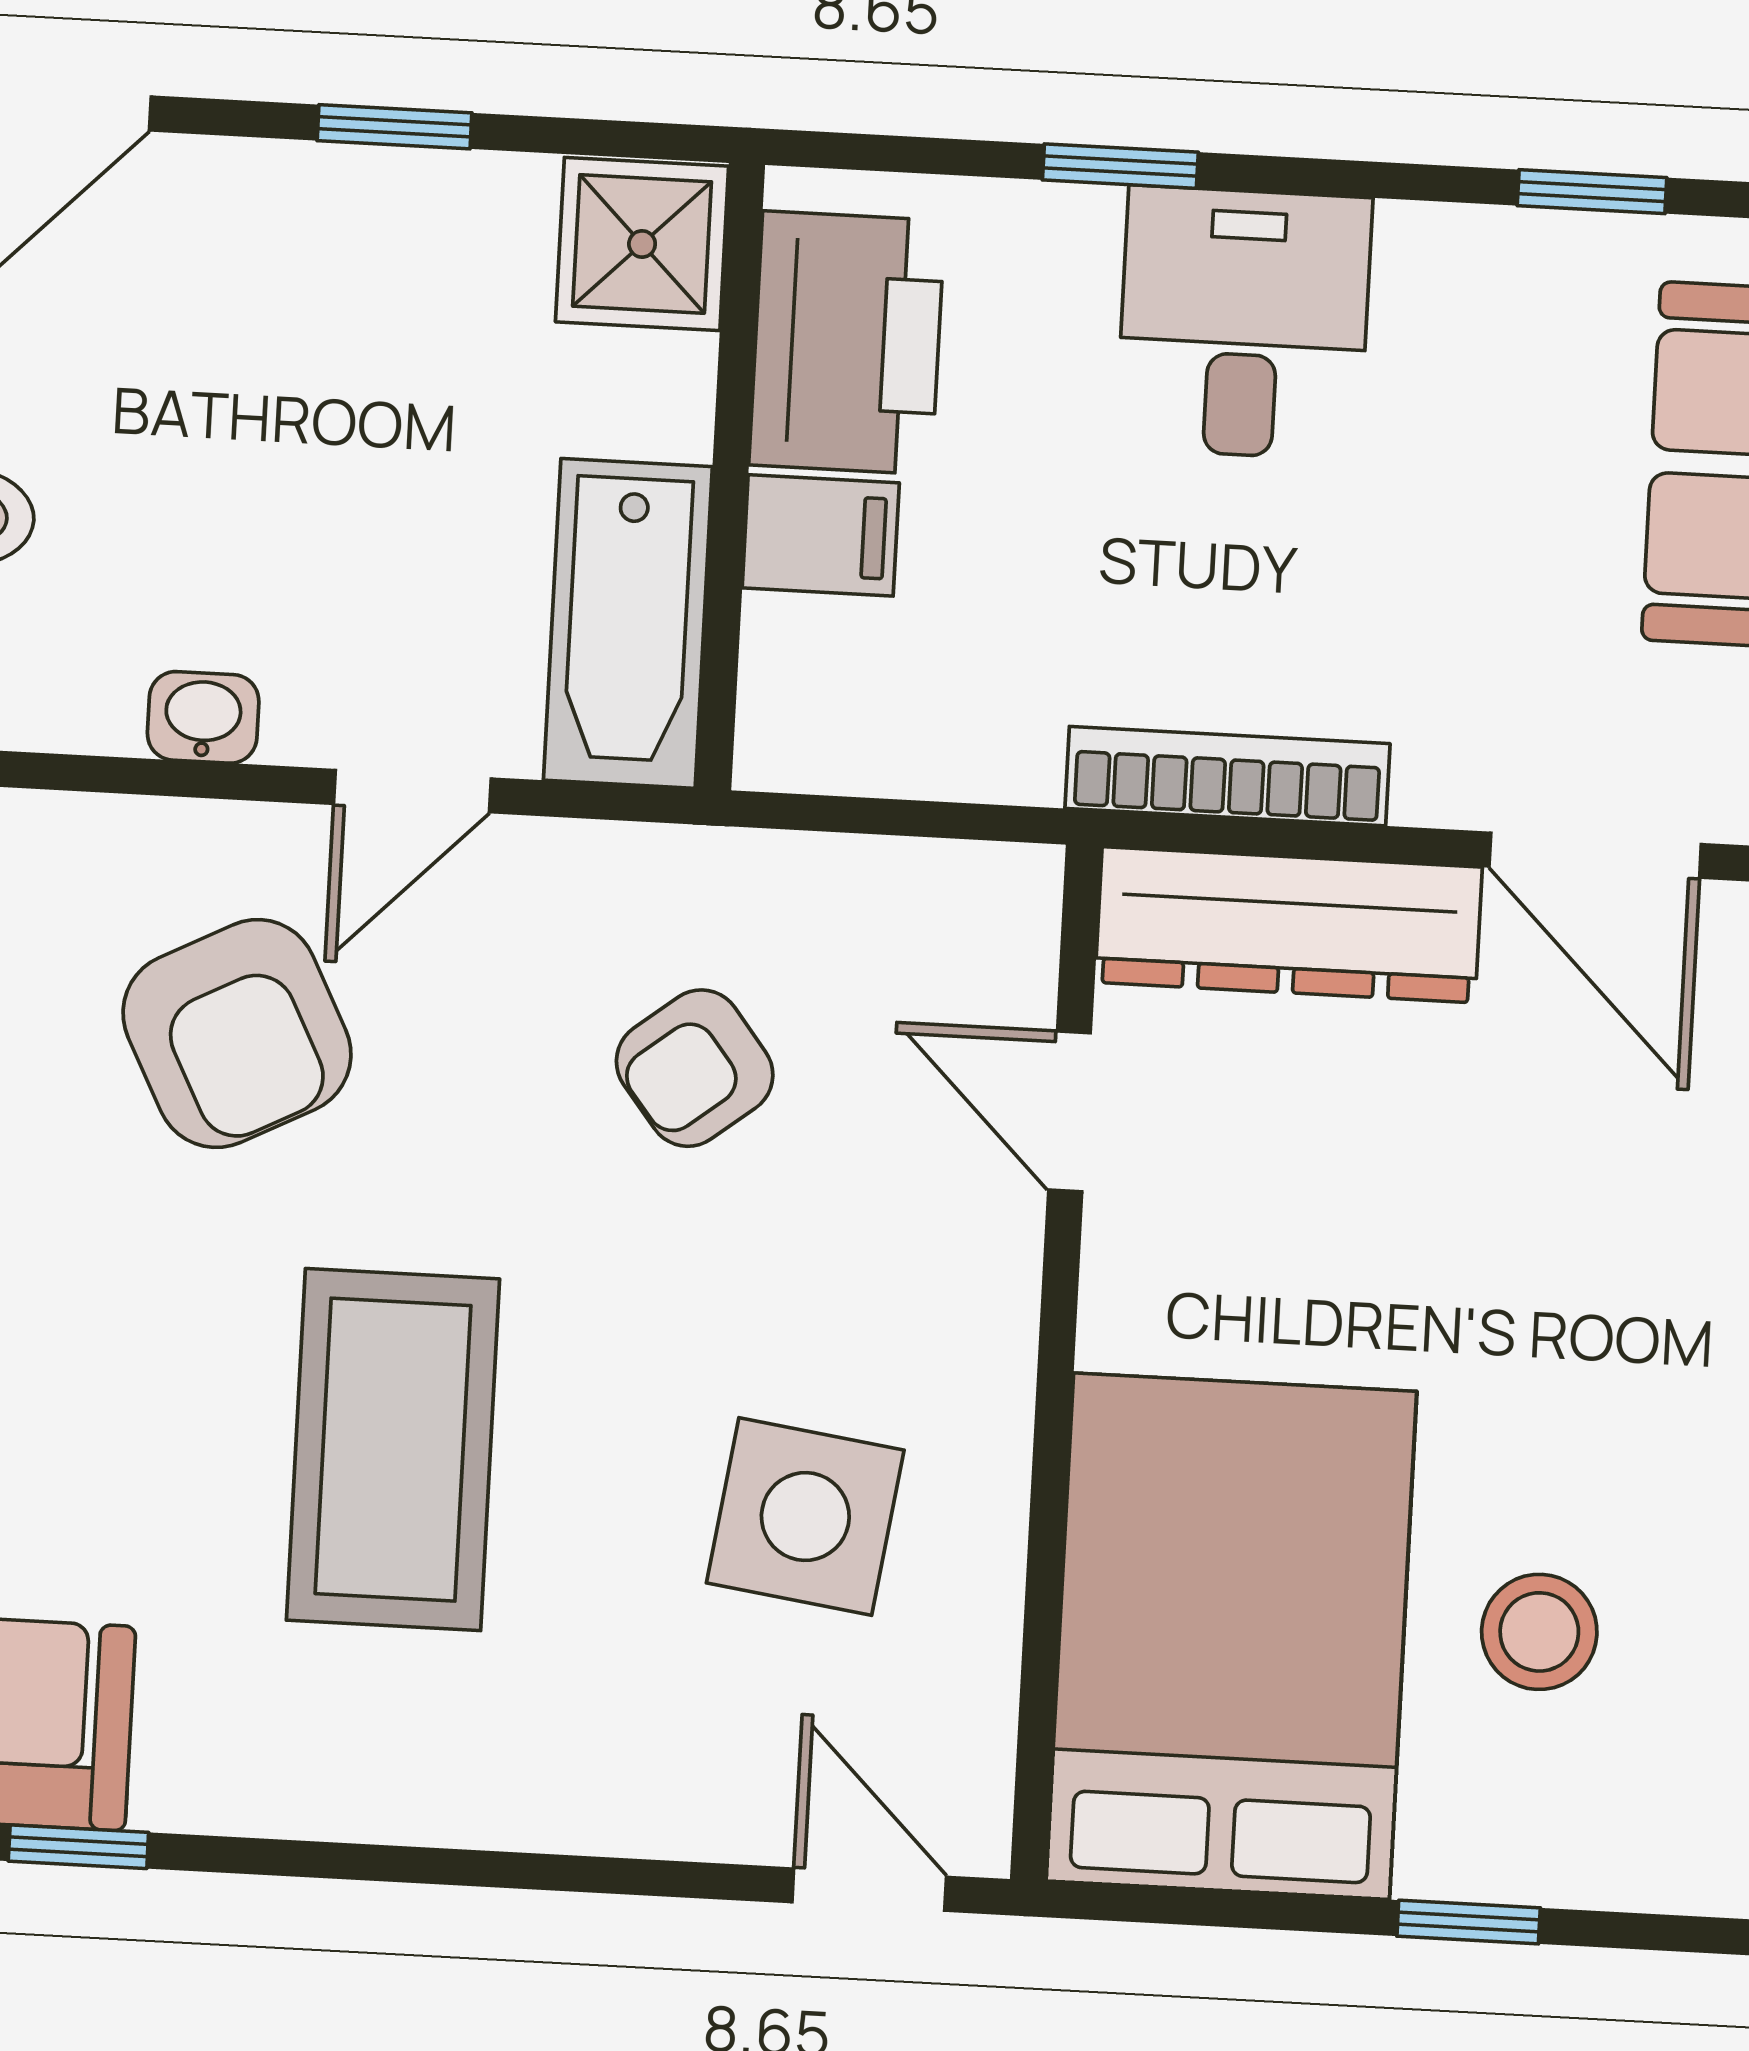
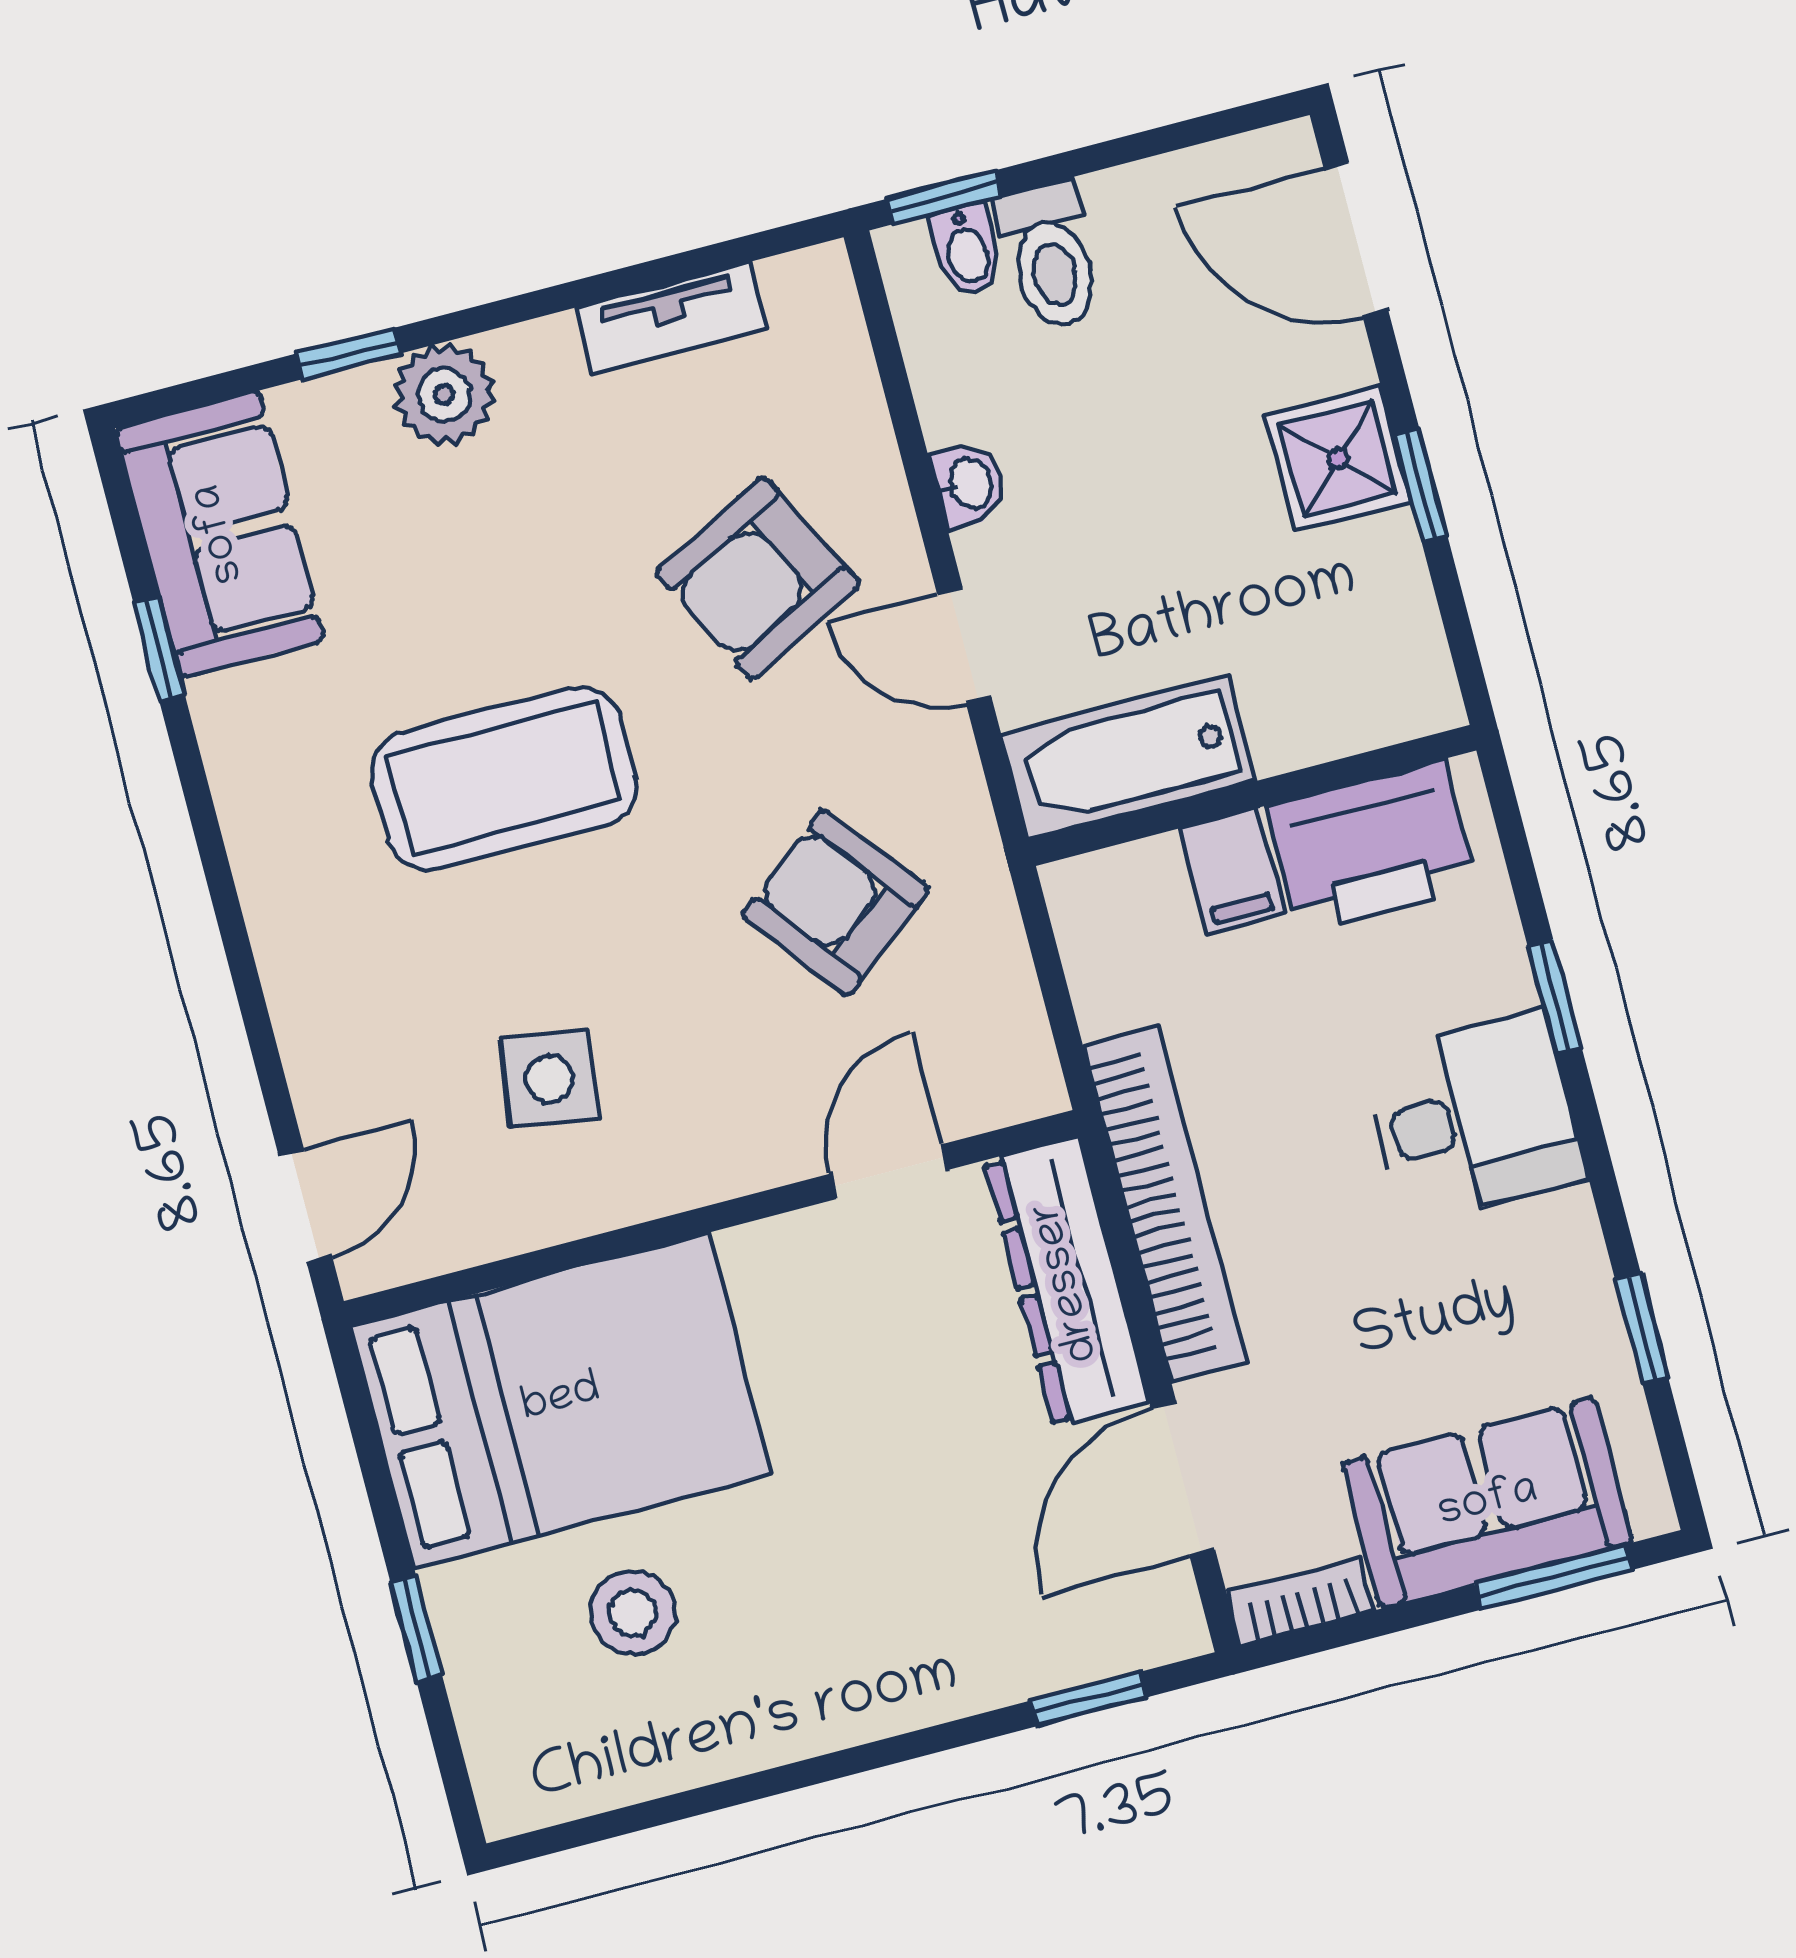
shower: (642, 244) -> (1338, 459), moved
bookcase: (1227, 776) -> (1165, 1204), width x1.48, depth x1.31
armchair: (695, 1068) -> (835, 902), width x1.38, depth x1.38
side table: (805, 1517) -> (549, 1079), width x0.73, depth x0.73

